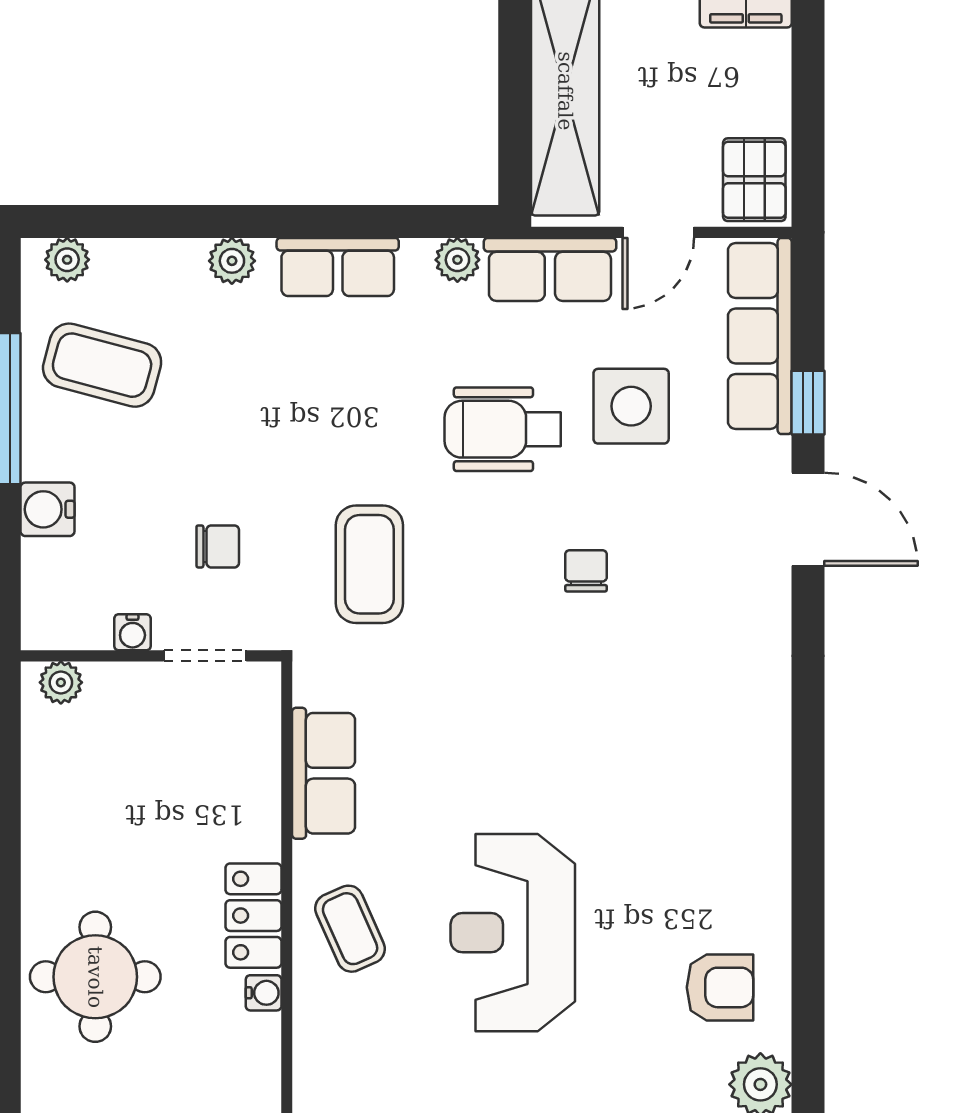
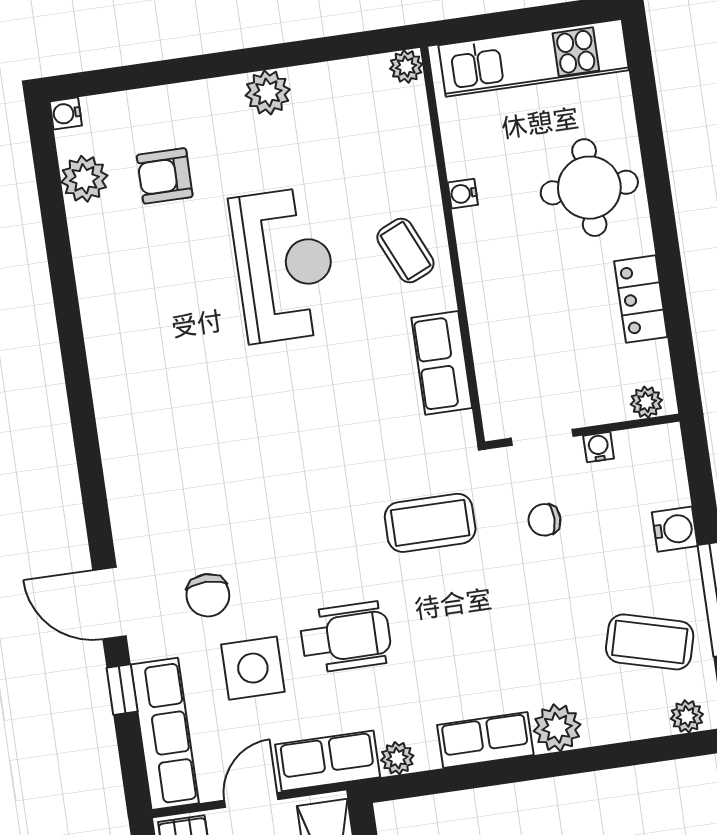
plant: (232, 261) -> (557, 728), width x1.38, depth x1.38
coffee table: (369, 564) -> (430, 523), turned 90
chair: (586, 571) -> (208, 595), moved, width x1.37, depth x1.37
locker: (253, 916) -> (641, 299), moved, turned 180
armchair: (720, 987) -> (165, 176), moved

